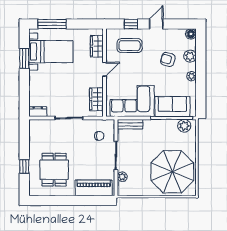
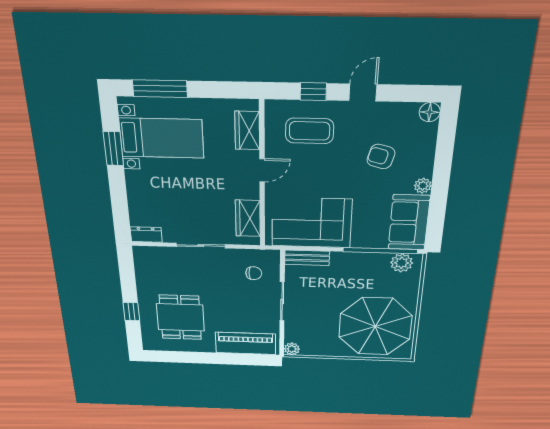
plant: (190, 56) -> (424, 152), removed
sofa: (172, 107) -> (409, 223), moved, turned -90
plant: (122, 177) -> (292, 349), moved

